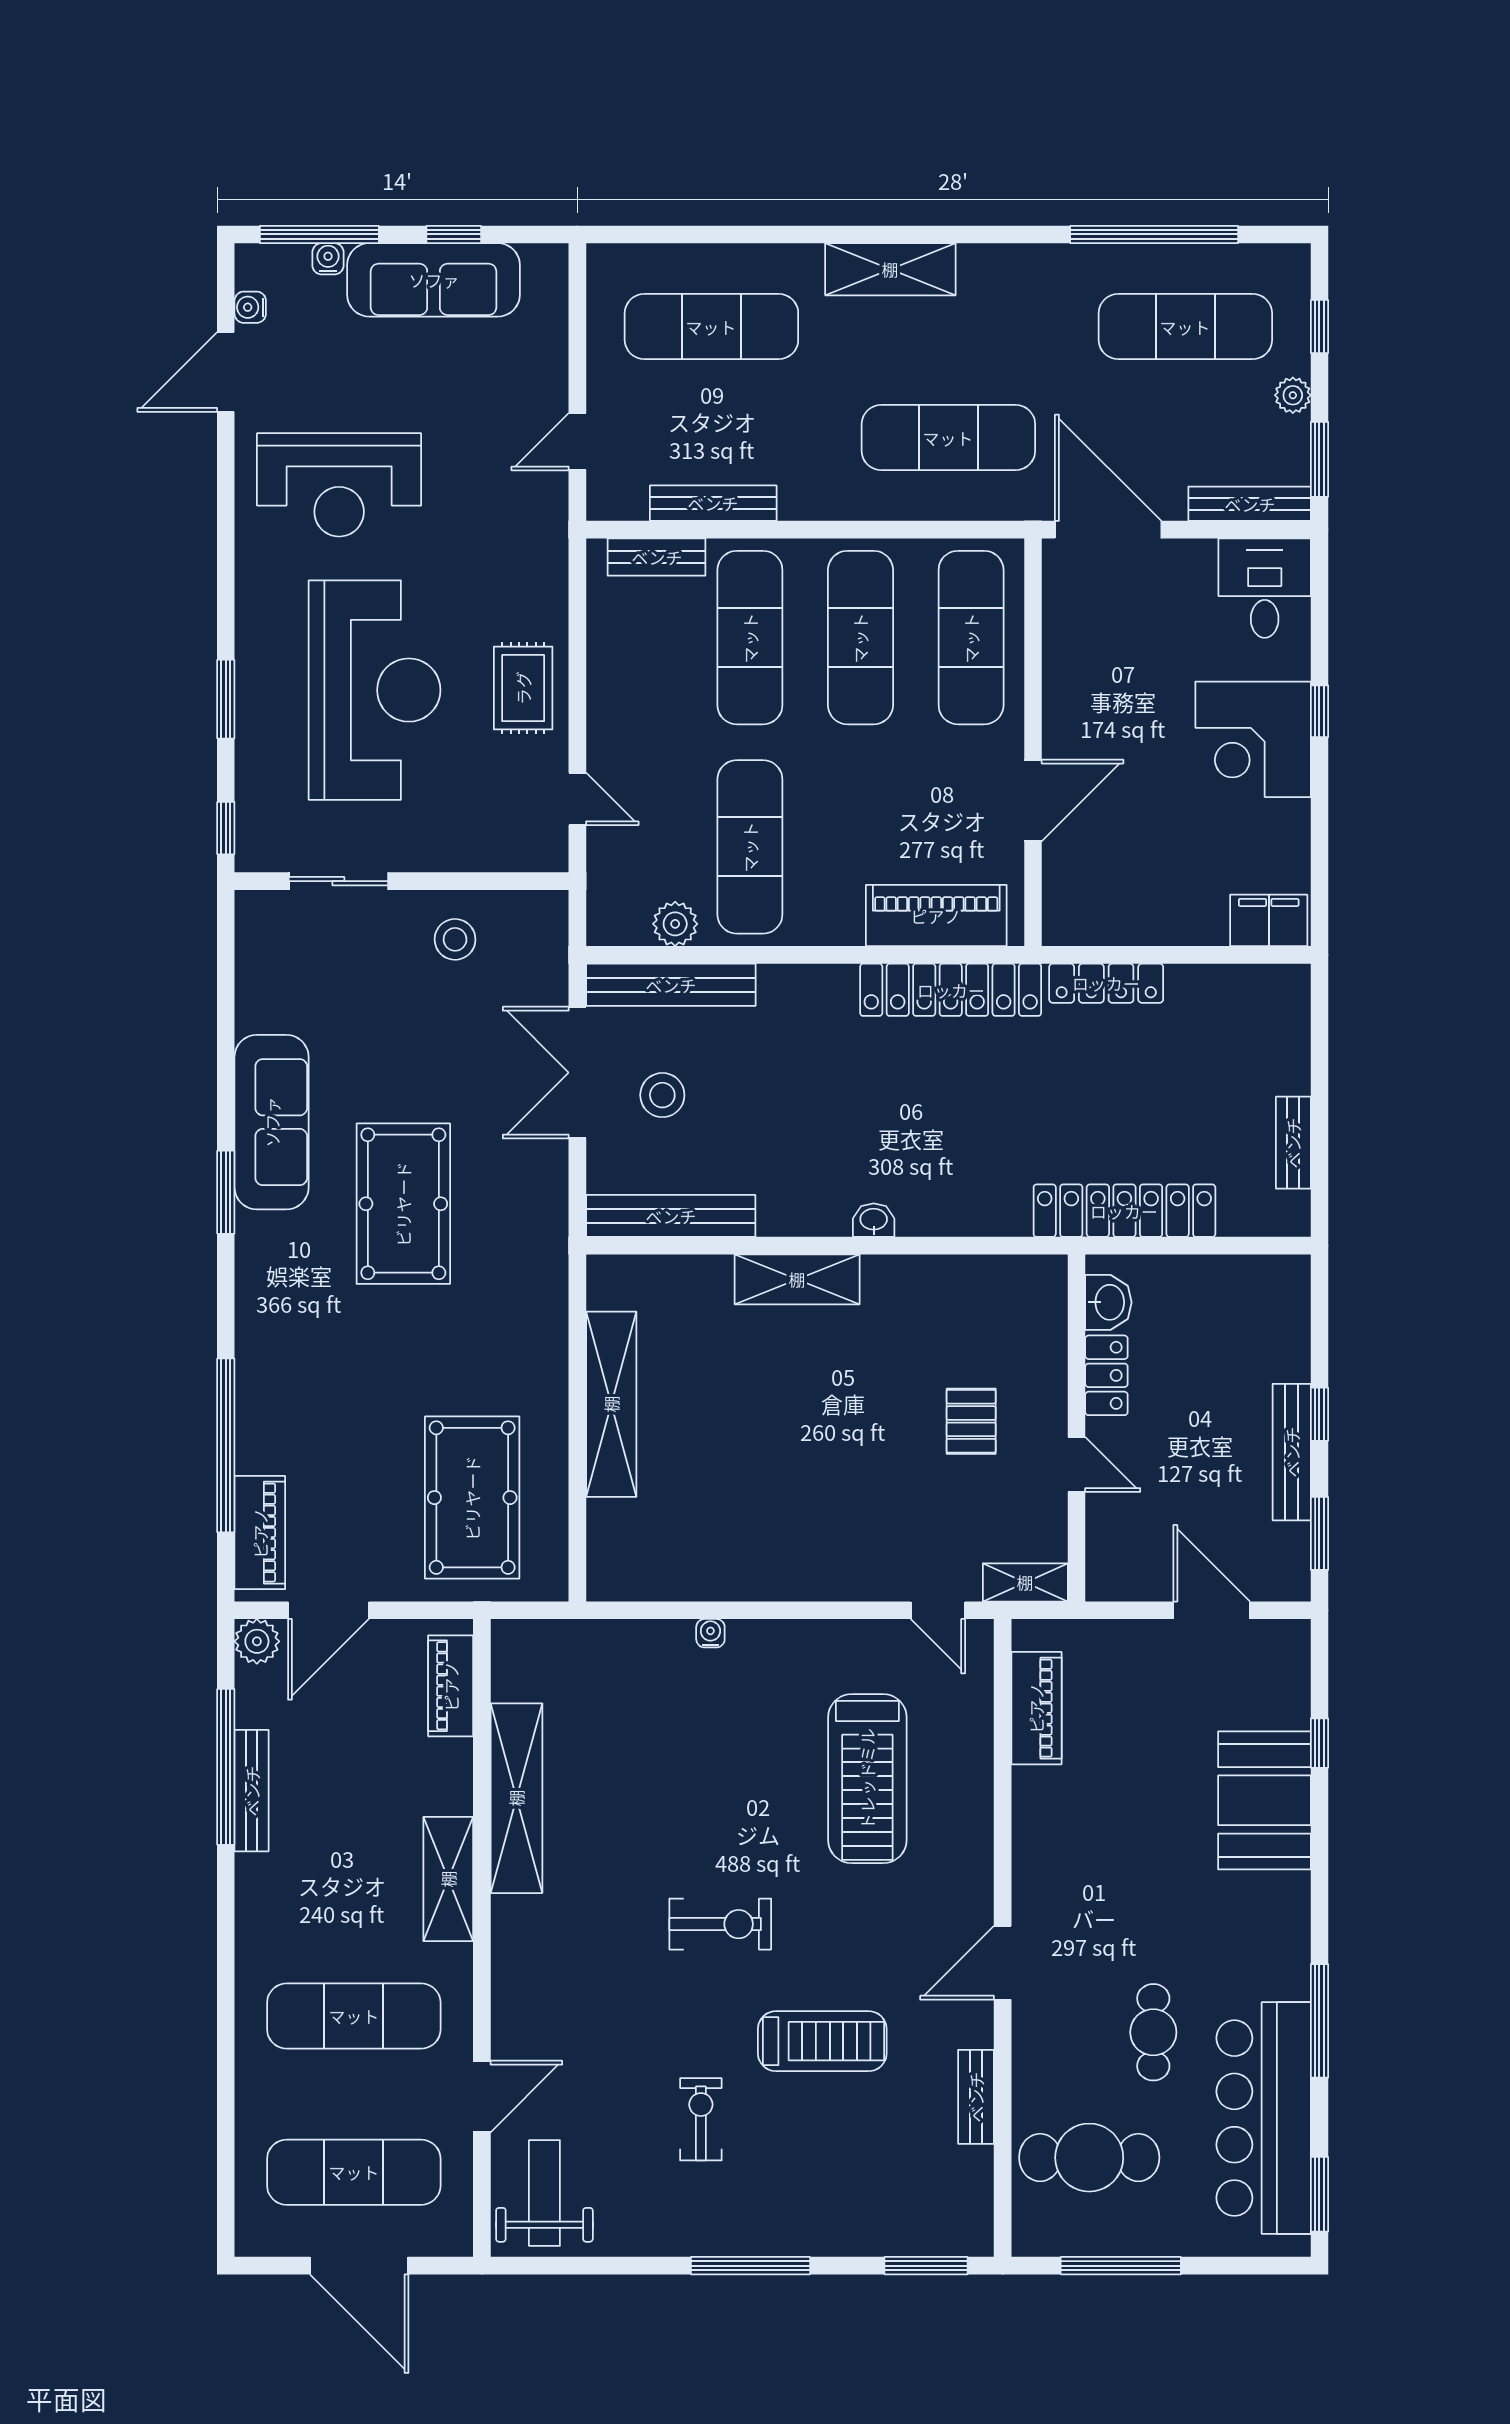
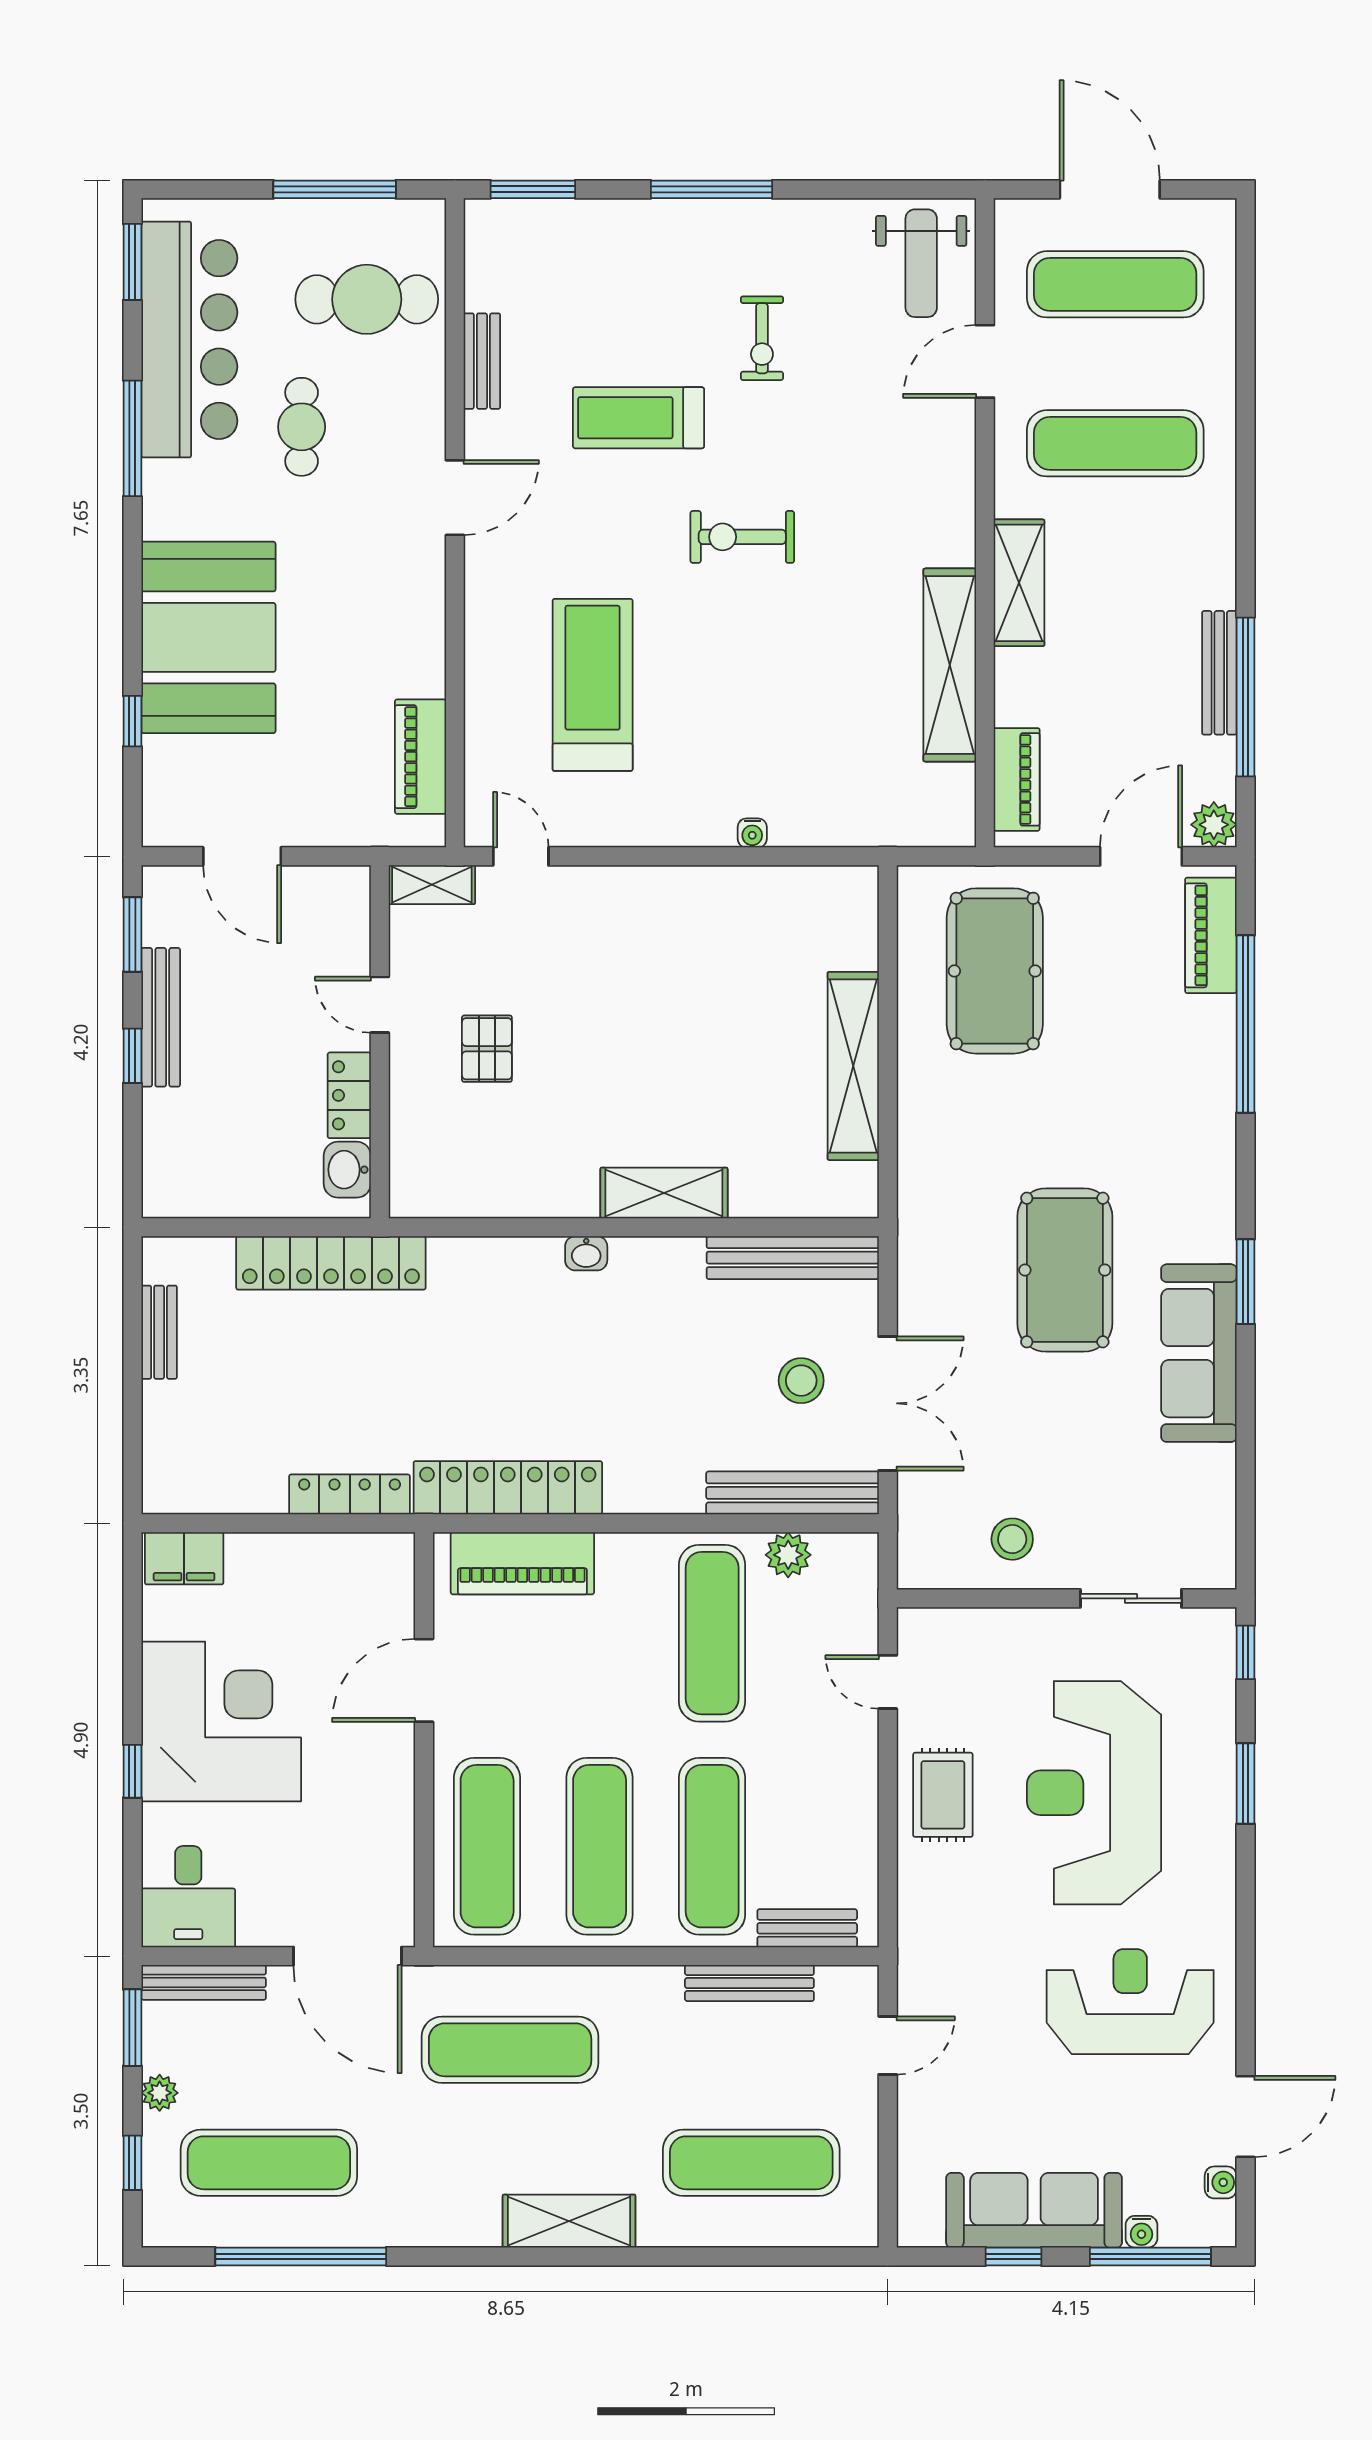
corner desk: (1253, 739) -> (221, 1721), width x1.36, depth x1.36
booth: (1264, 1800) -> (208, 637), width x1.36, depth x1.42

